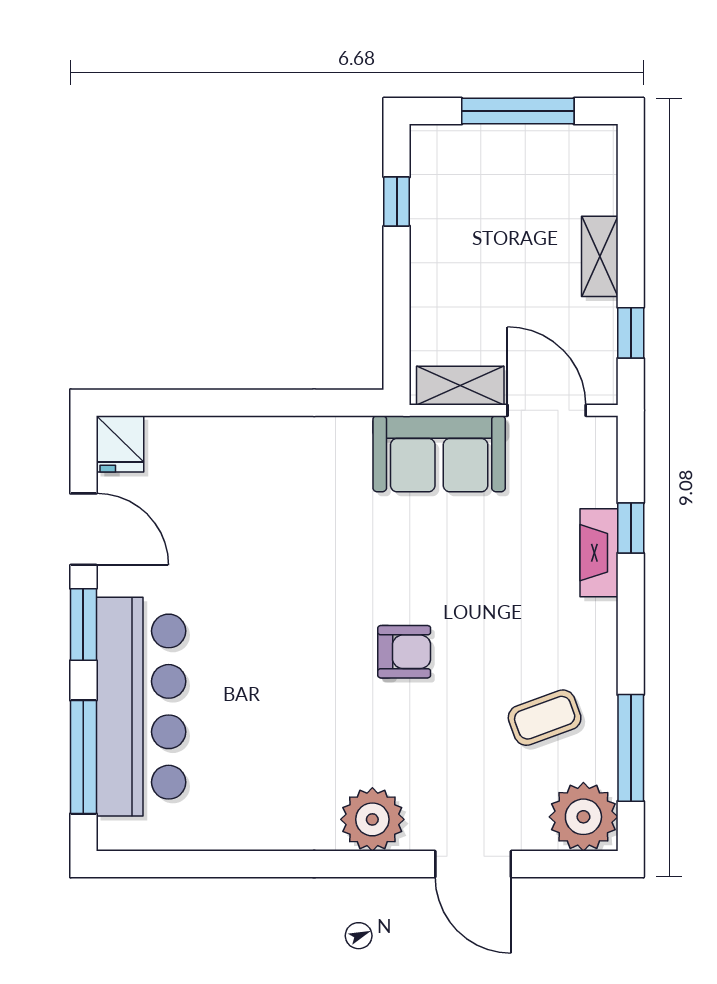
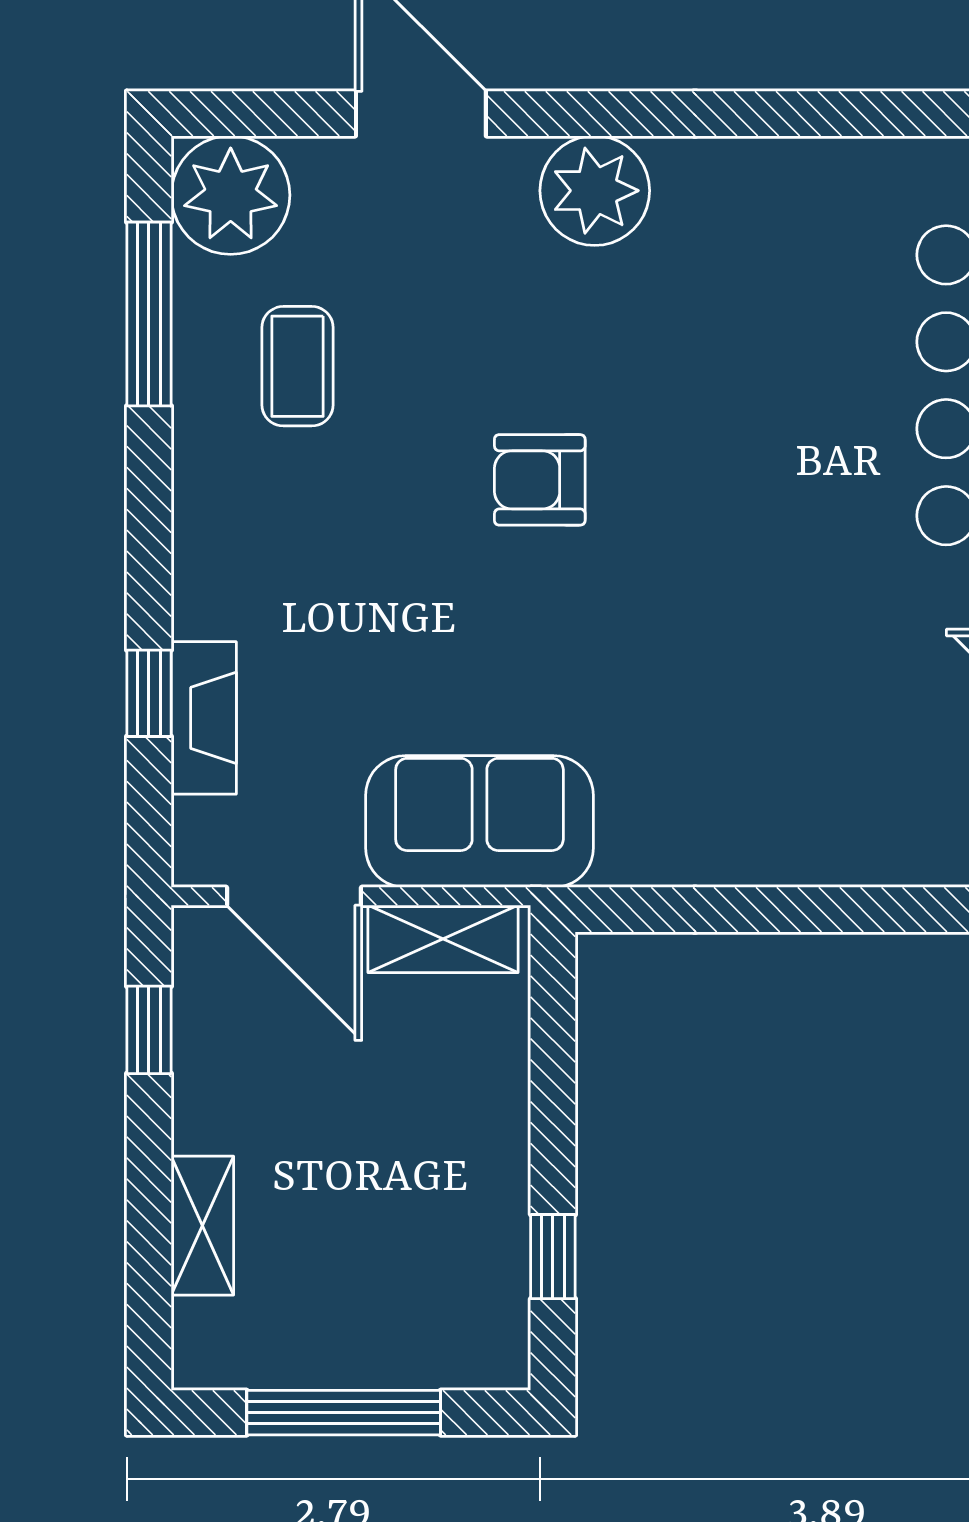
shelving: (600, 256) -> (202, 1226), moved
fireplace: (599, 553) -> (204, 718), moved
coffee table: (545, 718) -> (298, 366), turned -70

